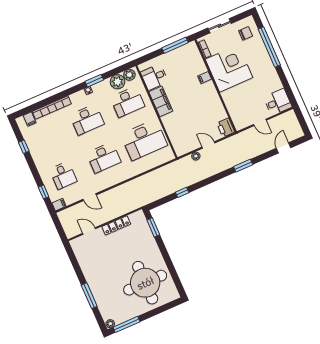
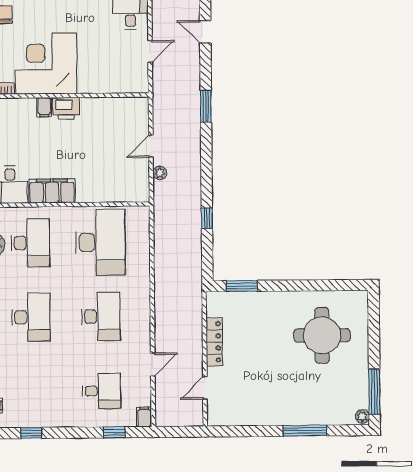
printer: (226, 128) -> (66, 108), moved
round table: (145, 283) -> (322, 335), width x0.73, depth x0.73

